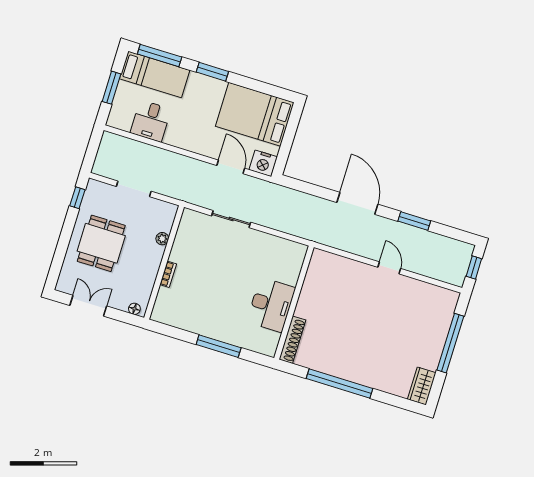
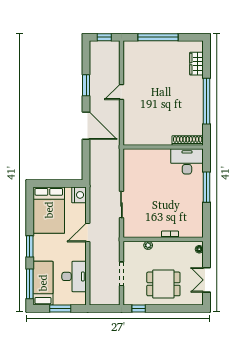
desk: (151, 121) -> (74, 276), width x1.37
door: (231, 167) -> (88, 232), moved
door: (357, 203) -> (86, 126), swing flipped
desk: (271, 305) -> (187, 161), moved
wardrobe: (422, 386) -> (196, 64), moved, turned 90

